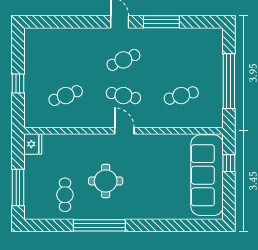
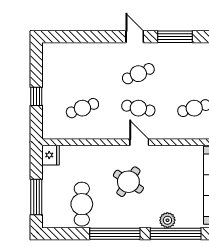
round table: (106, 181) -> (128, 182), moved, turned 34
cafe table: (65, 195) -> (82, 204), width x1.37, depth x1.35
plant: (154, 211) -> (167, 220), added
window: (162, 225) -> (176, 234), added

